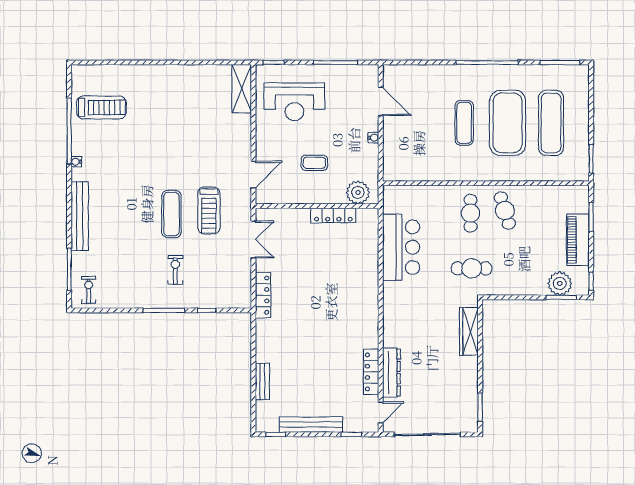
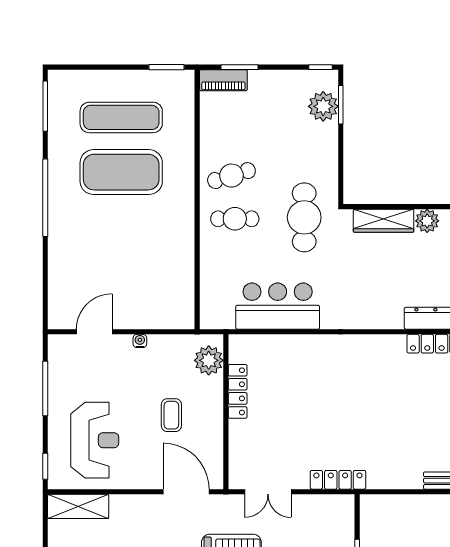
exercise mat: (464, 123) -> (121, 227), removed
door: (253, 175) -> (186, 492), width x1.36
double door: (253, 240) -> (268, 492), swing flipped
piano: (578, 240) -> (223, 80), moved, width x0.73, depth x0.75
cafe table: (472, 268) -> (304, 217), width x1.37, depth x1.35
plant: (469, 366) -> (427, 221), added

